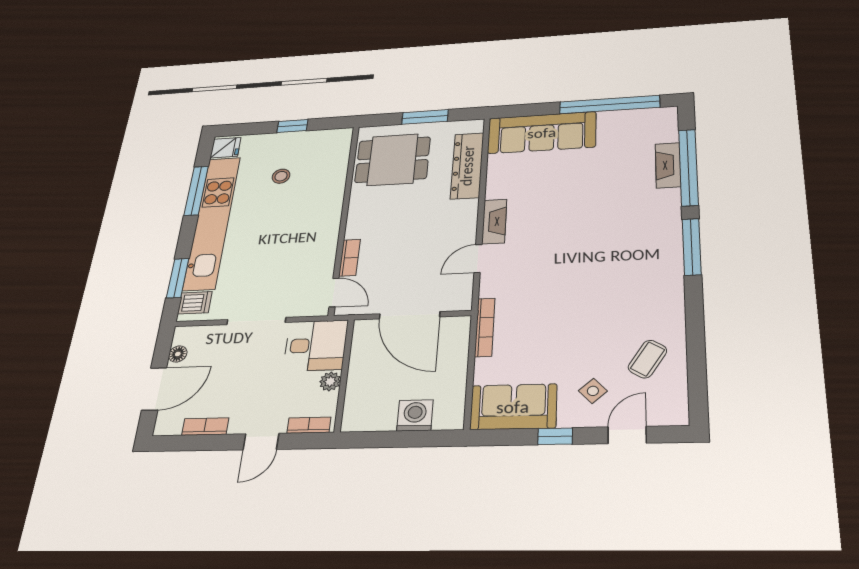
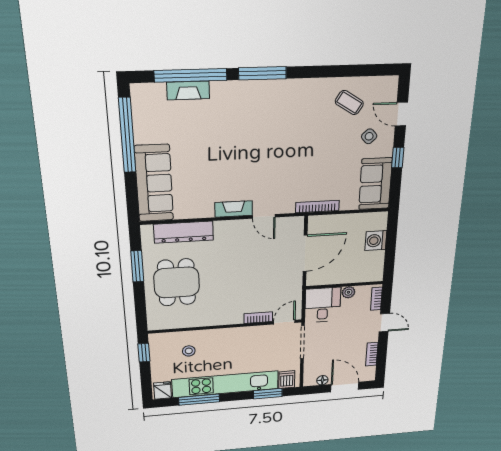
wall: (344, 217) -> (226, 326), moved
bookcase: (350, 258) -> (258, 318), moved
door: (334, 292) -> (284, 322), moved

